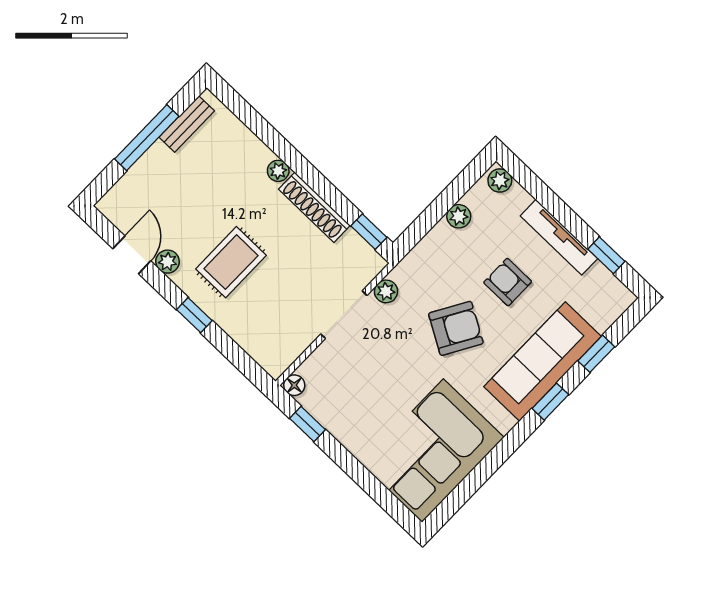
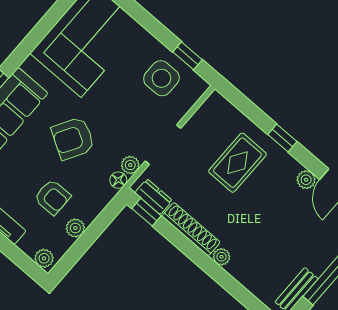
dresser: (359, 250) -> (154, 197), added
rug: (231, 262) -> (238, 163), moved
armchair: (508, 282) -> (52, 197), moved
floor lamp: (294, 385) -> (118, 180), moved
side table: (341, 398) -> (161, 78), added

